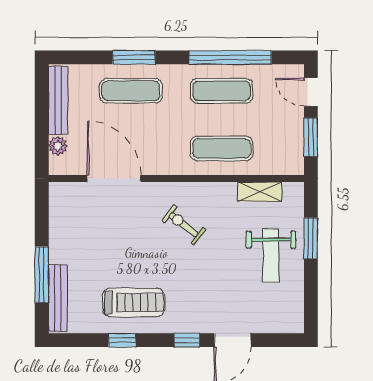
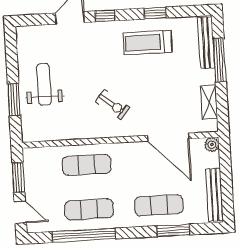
window: (134, 57) -> (173, 230), moved
plant: (58, 146) -> (212, 145), moved
shelving: (260, 192) -> (209, 102), moved, turned 90

